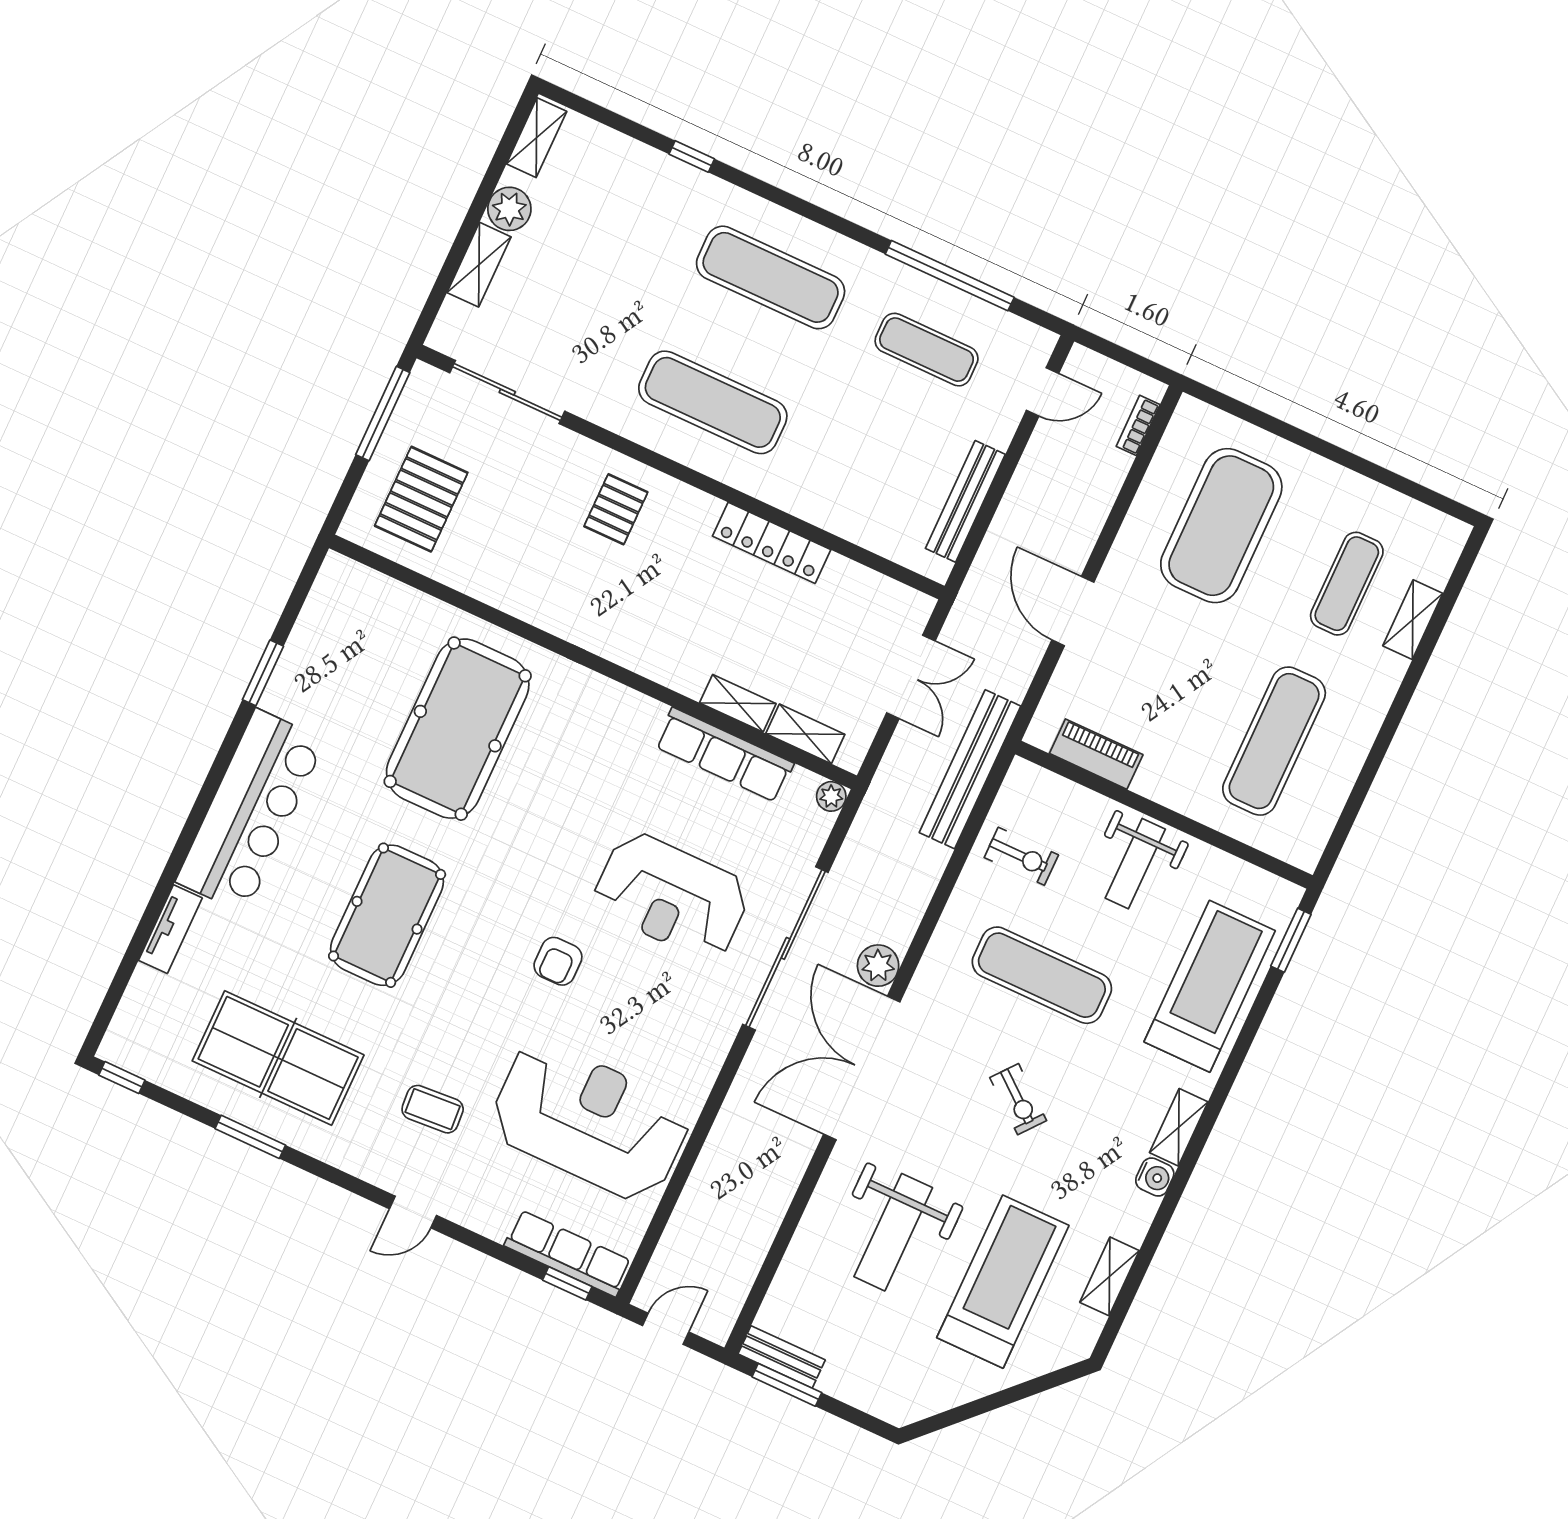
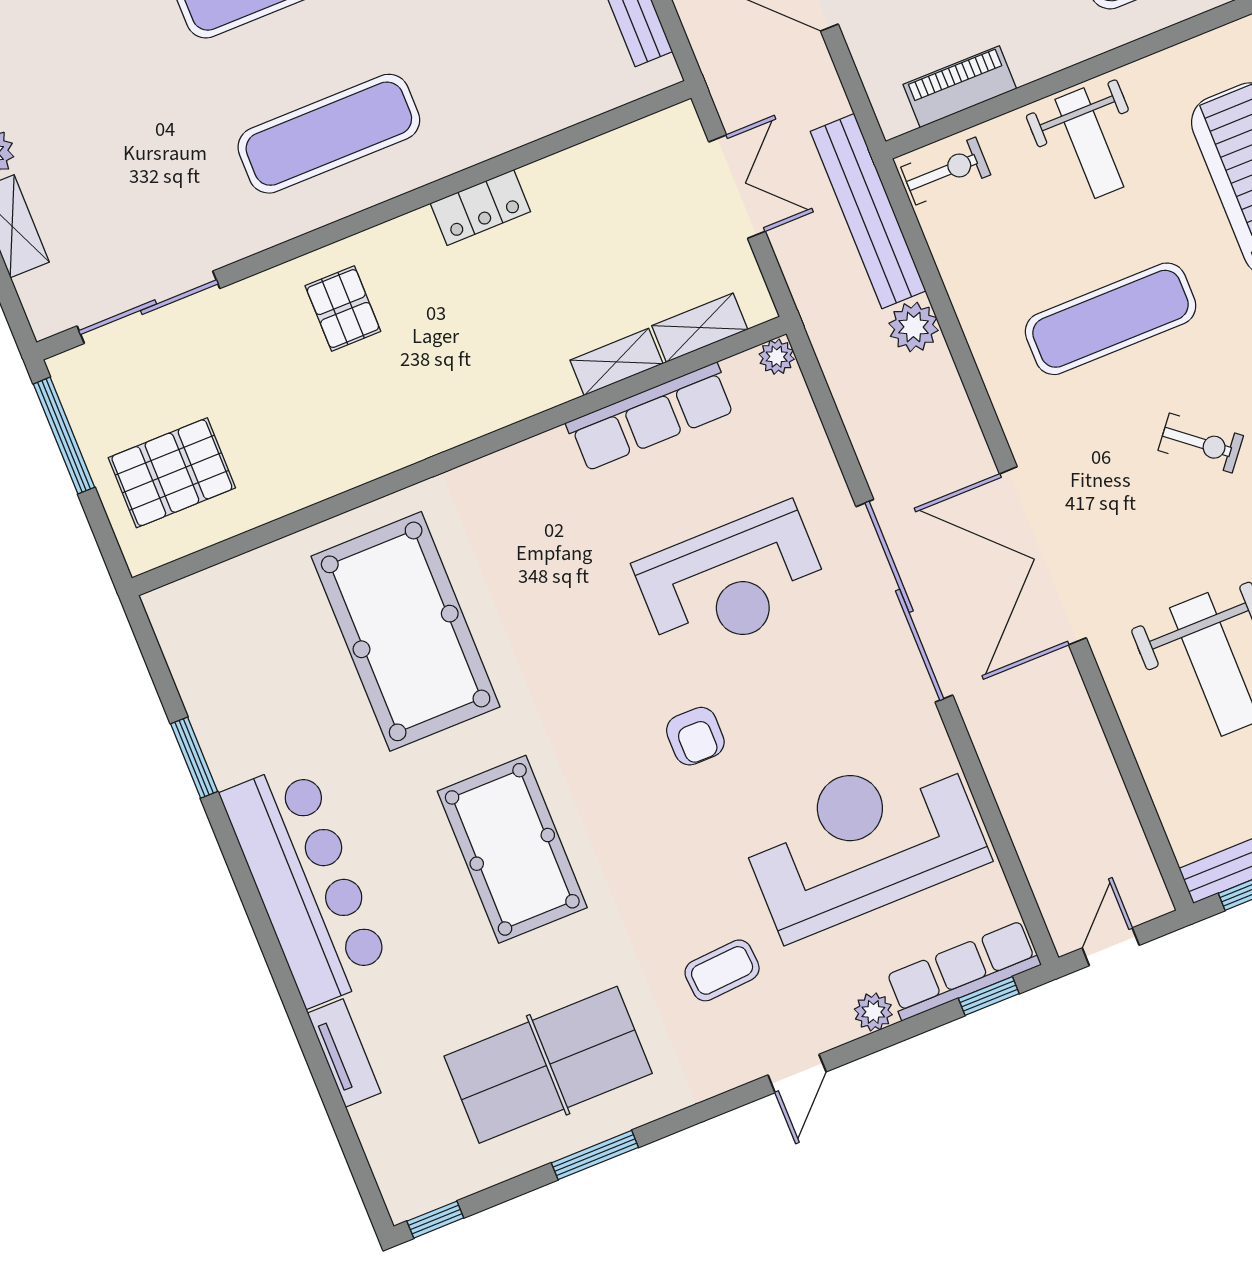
pallet: (421, 499) -> (172, 473), turned 90
locker: (772, 543) -> (480, 208), width x0.66
exercise bike: (1021, 856) -> (946, 171), moved
sliding door: (785, 948) -> (904, 601), moved
plant: (878, 966) -> (914, 327), moved
plant: (493, 1223) -> (873, 1012), added

